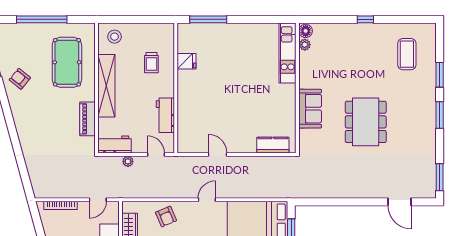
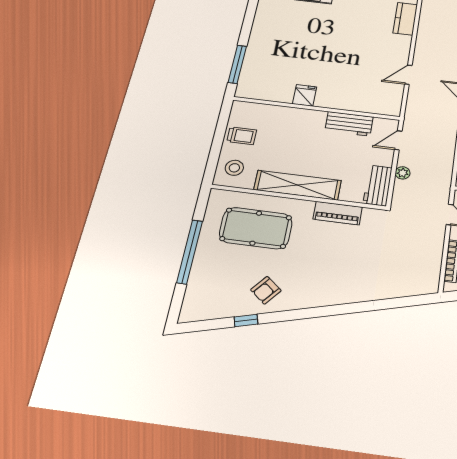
fridge: (187, 61) -> (305, 95), moved
trolley: (151, 63) -> (242, 136), moved

